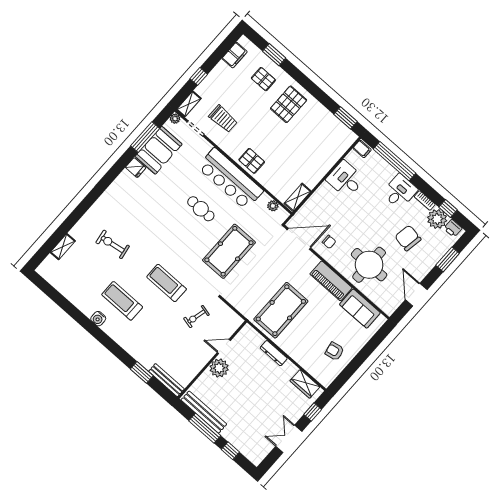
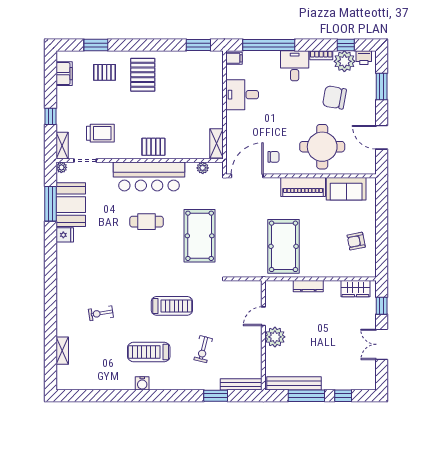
exercise bike: (113, 244) -> (101, 313), width x0.73, depth x0.72
treadmill: (167, 283) -> (172, 306), turned 180
exercise bike: (196, 317) -> (203, 349), moved

